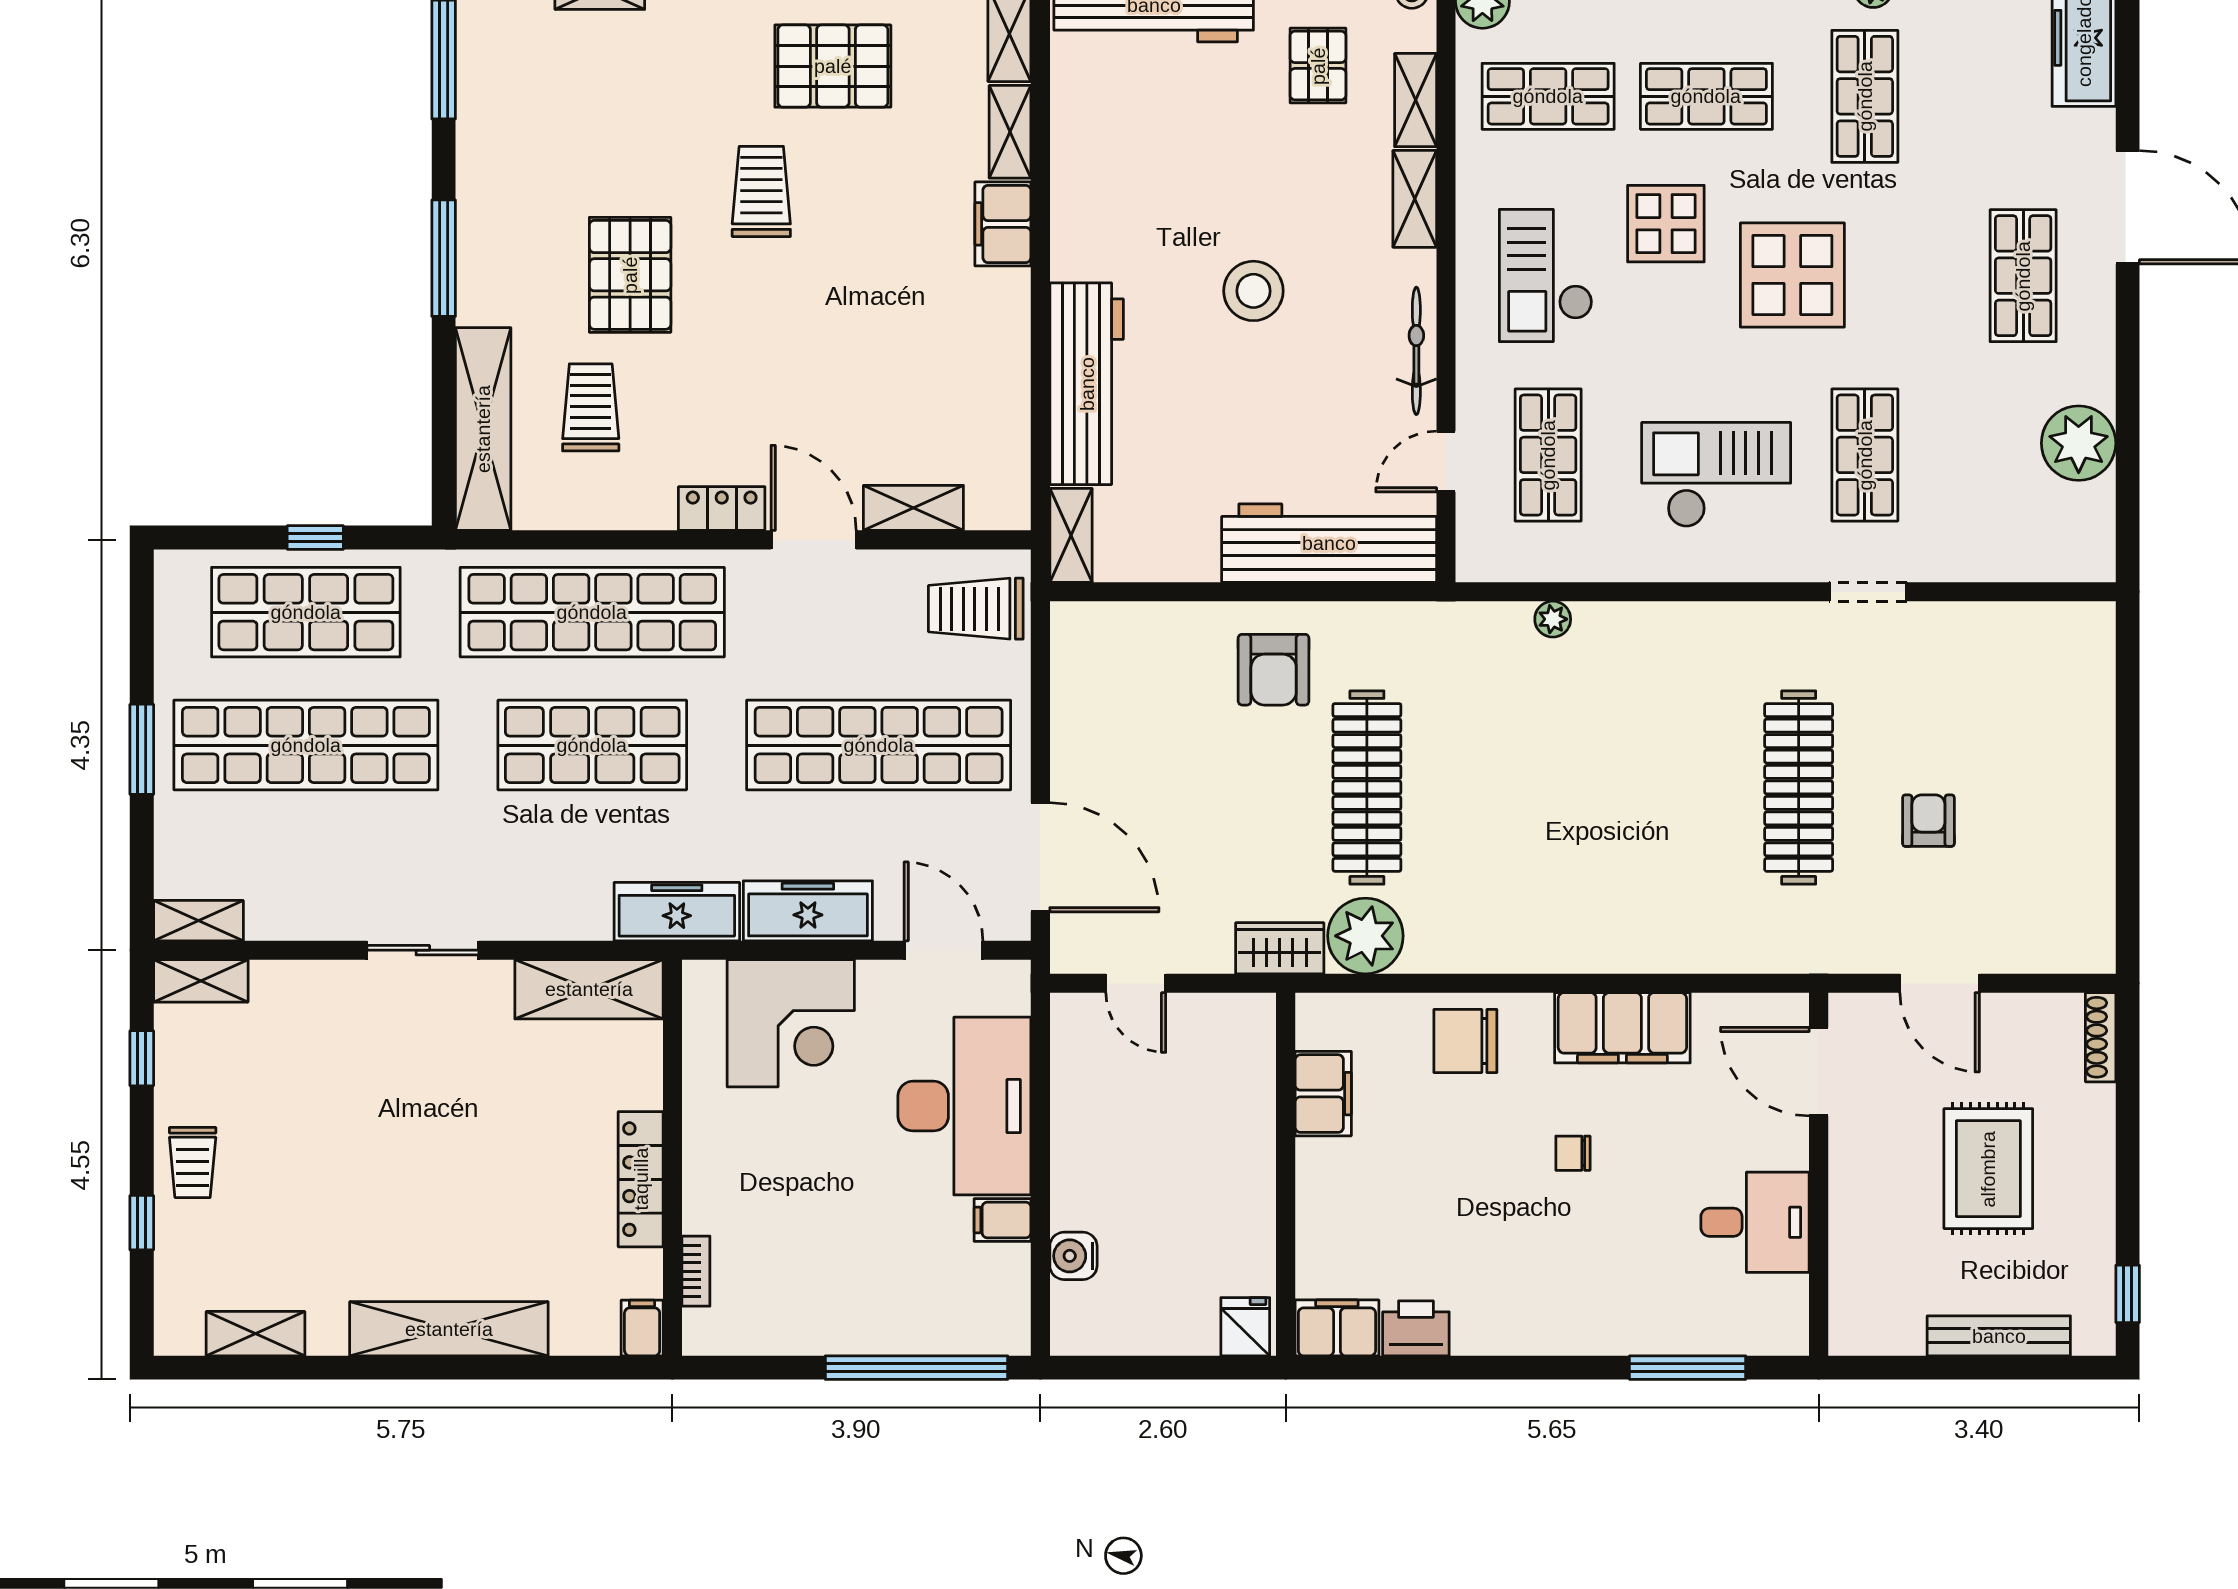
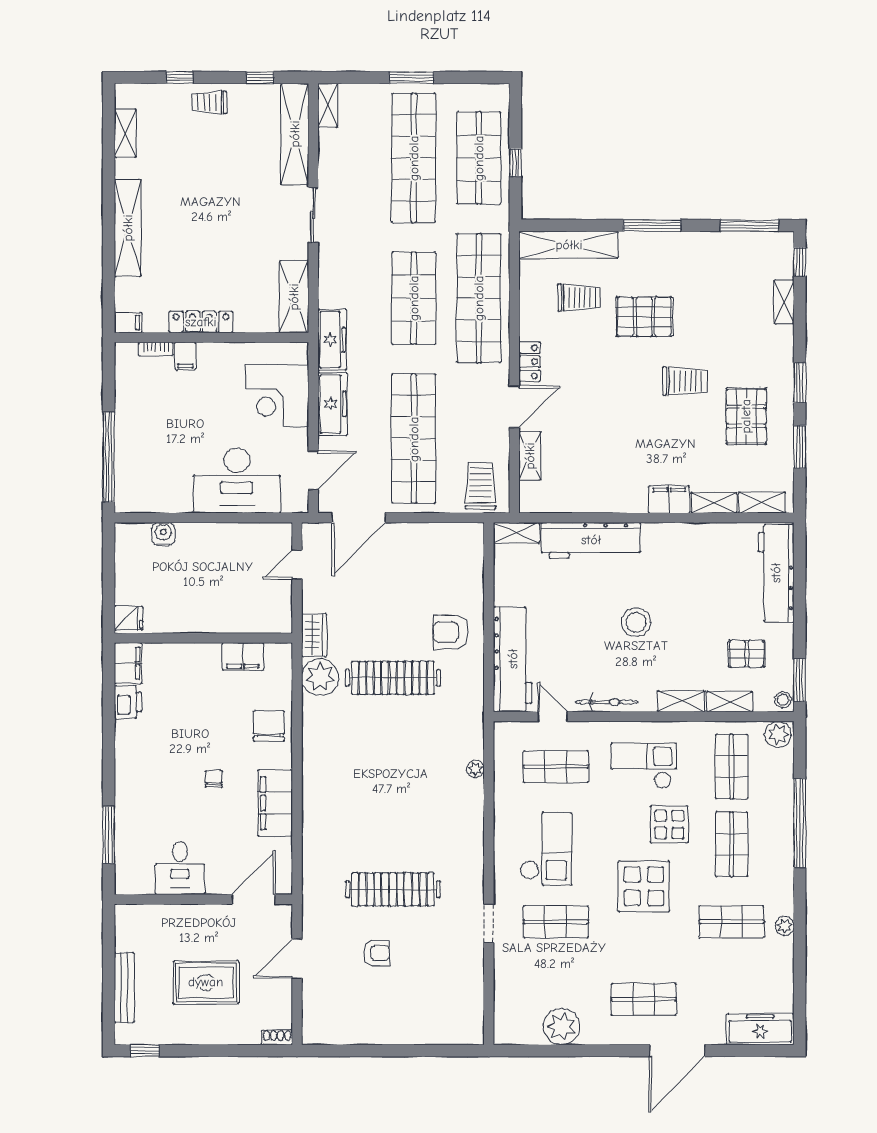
shelving: (201, 981) -> (295, 134), width x2.20, depth x1.33
shoe rack: (2101, 1037) -> (277, 1037), width x0.70
filing cabinet: (1003, 1220) -> (185, 356), moved, turned 180

